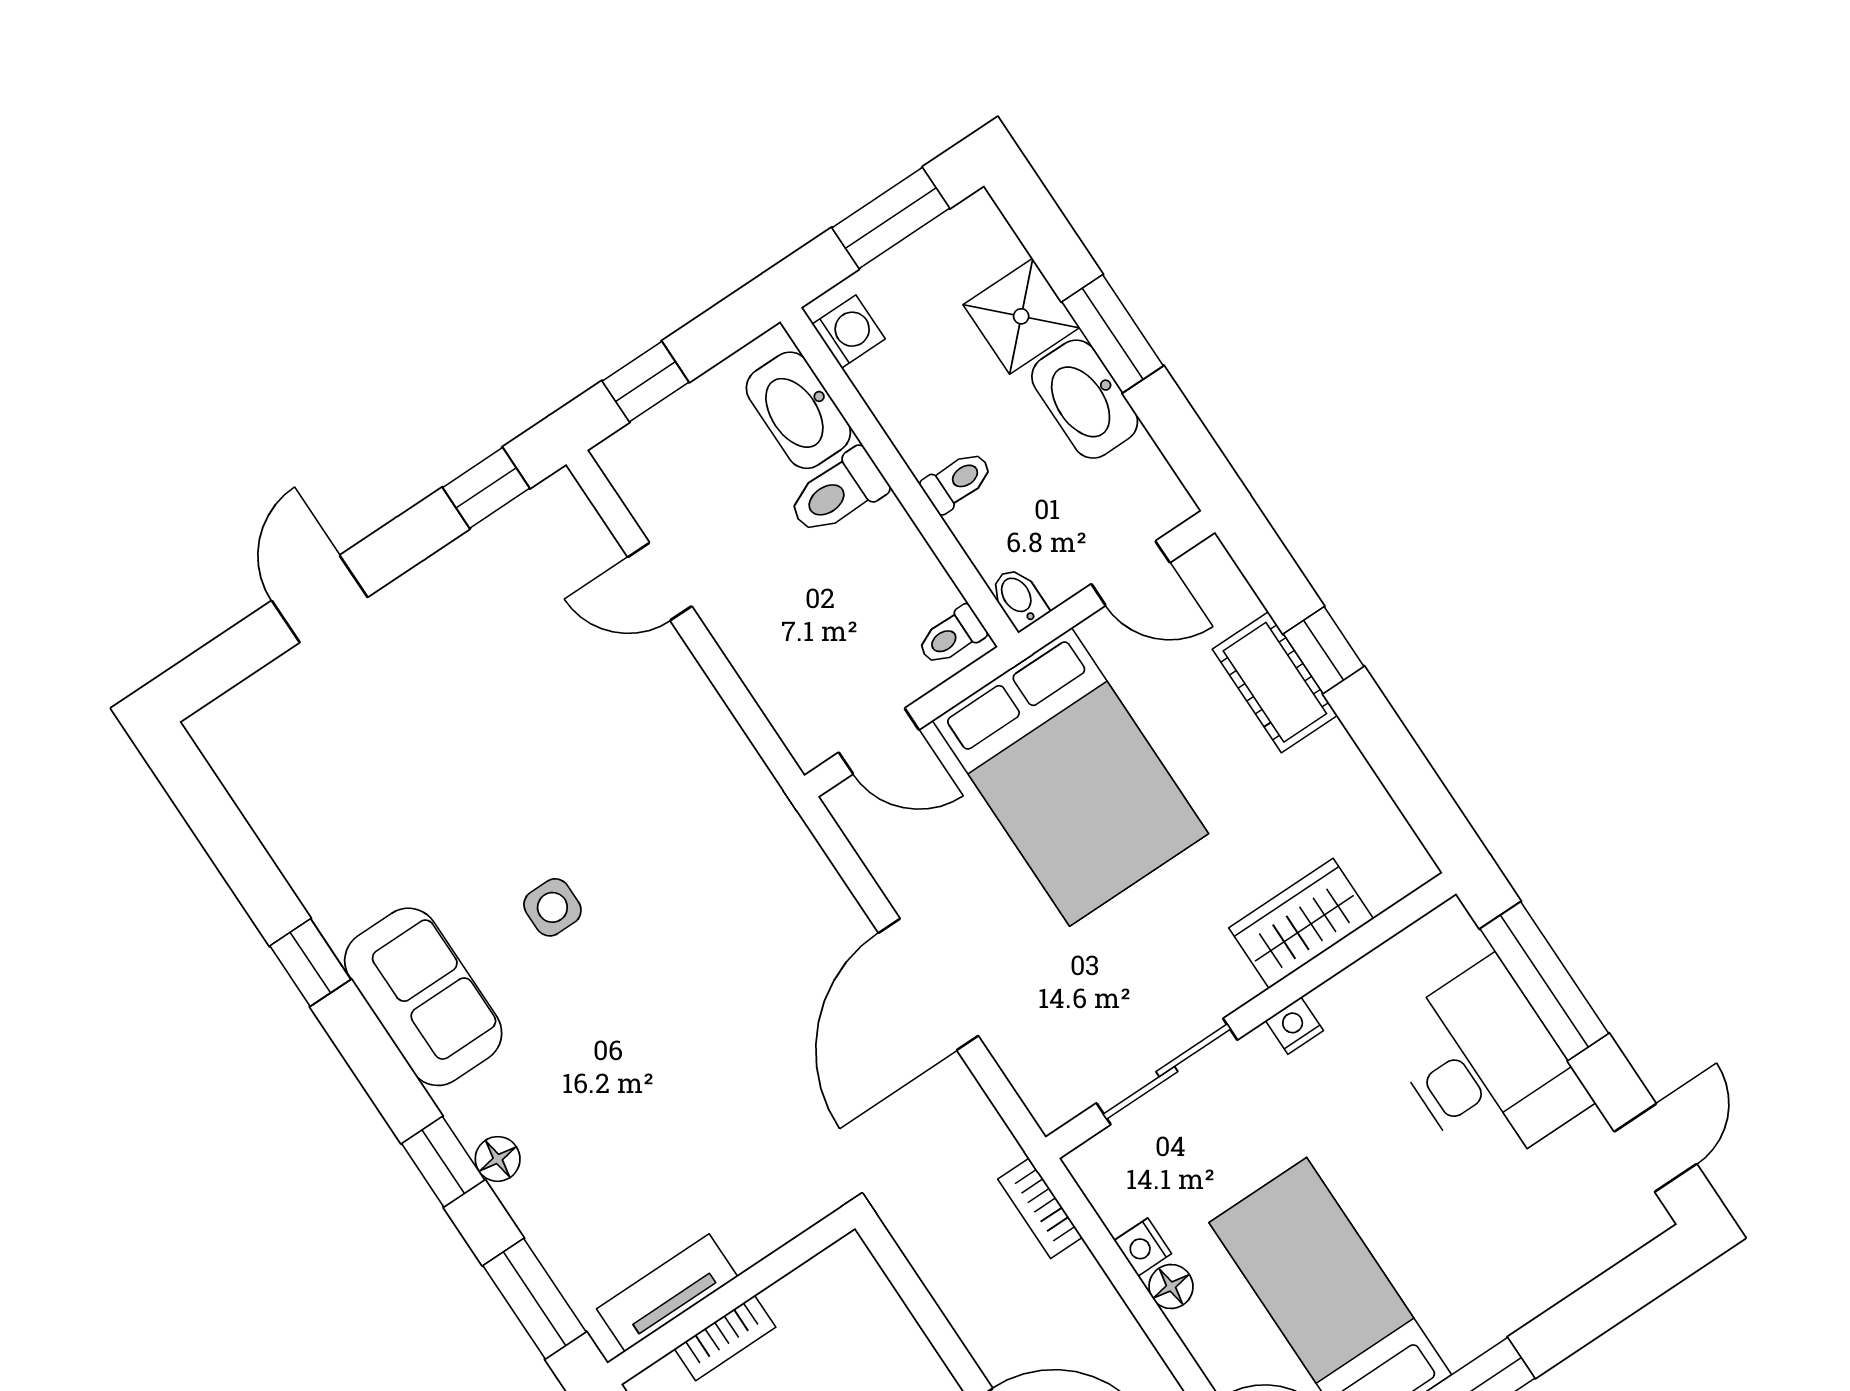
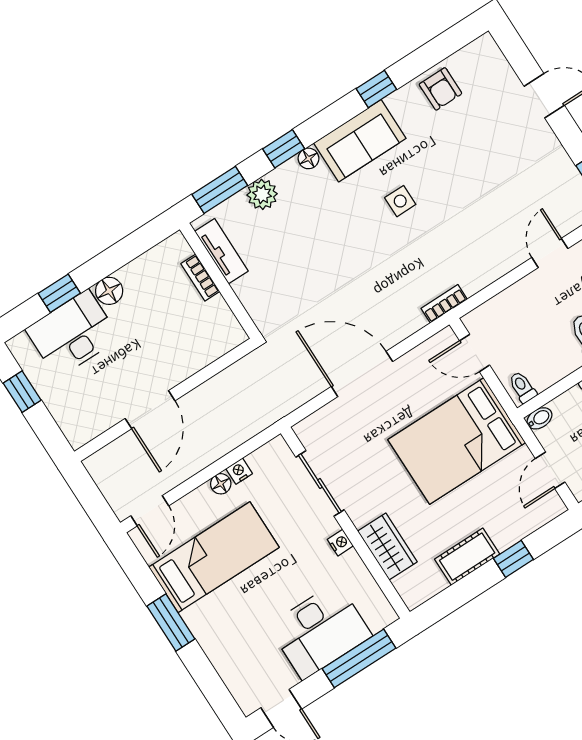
cot: (1275, 682) -> (467, 557), moved
door: (879, 741) -> (475, 353), hinge flipped
armchair: (308, 824) -> (440, 89), added
floor lamp: (498, 1159) -> (309, 158), moved
plant: (543, 1207) -> (262, 194), added
bookcase: (1040, 1208) -> (444, 304), moved

